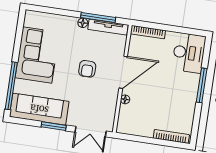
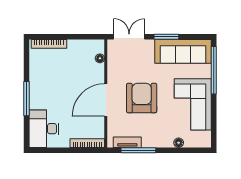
floor lamp: (83, 23) -> (179, 143), moved
tv unit: (108, 27) -> (127, 142), width x0.71
armchair: (87, 69) -> (142, 98), width x1.88, depth x1.88
floor lamp: (125, 99) -> (100, 58), moved

